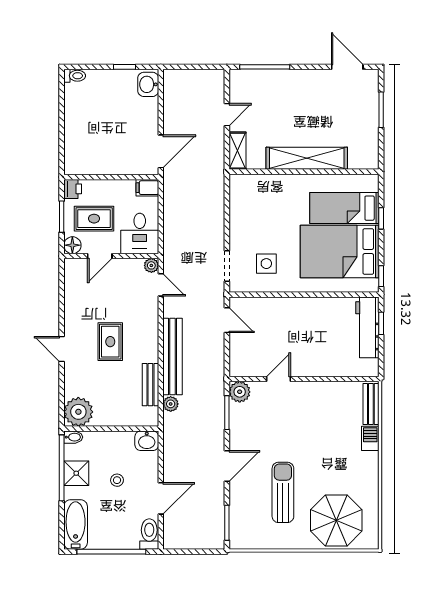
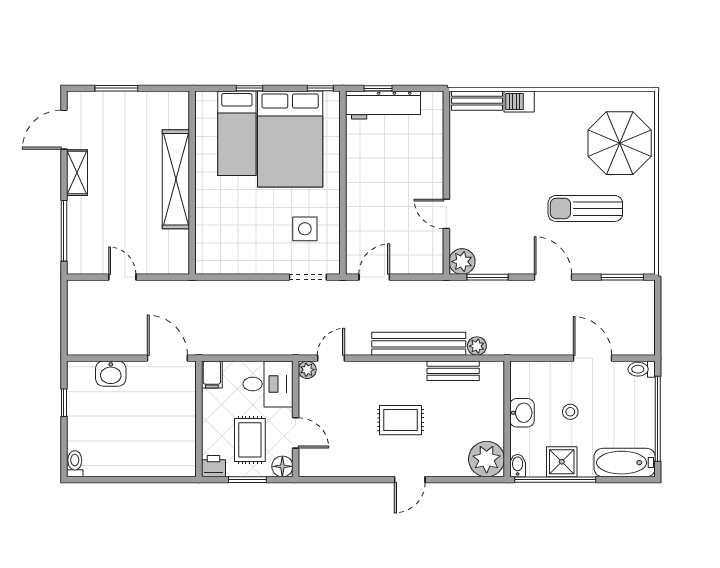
washbasin: (148, 84) -> (111, 374), moved
shelving: (237, 151) -> (77, 173), moved, turned 90
washbasin: (147, 441) -> (522, 413), moved
toilet: (149, 534) -> (642, 369), width x0.73, depth x0.72

